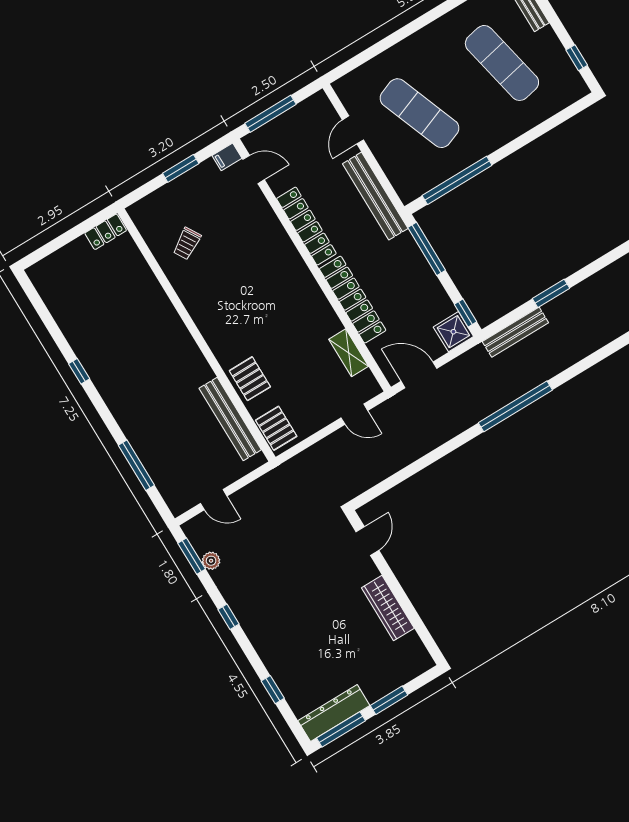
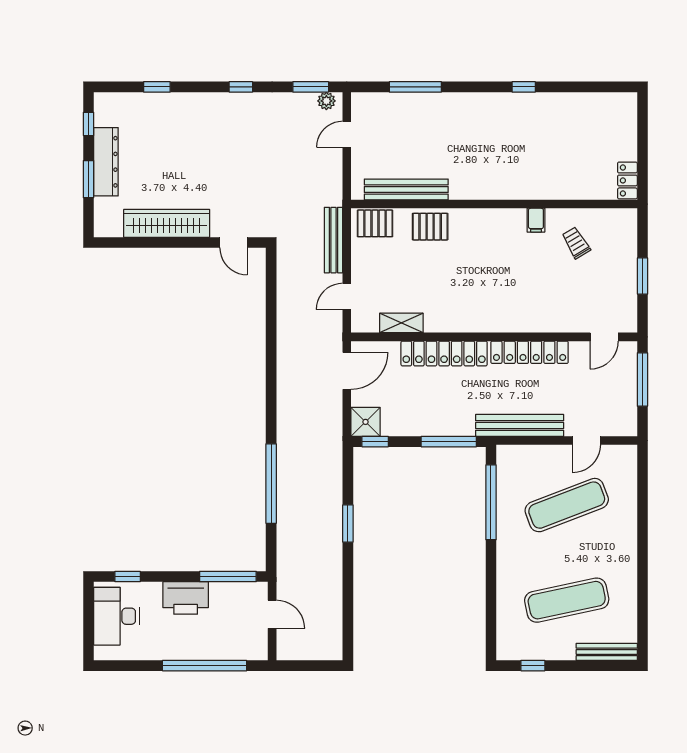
door: (353, 130) -> (587, 441), swing flipped
filing cabinet: (227, 157) -> (536, 220), moved, turned 180
bench: (515, 332) -> (334, 240), moved
window: (515, 406) -> (271, 484), moved
plant: (211, 561) -> (326, 101), moved
wardrobe: (388, 608) -> (167, 223), width x1.40, depth x1.17
dresser: (334, 713) -> (106, 162), moved
window: (341, 729) -> (89, 124), width x0.46

